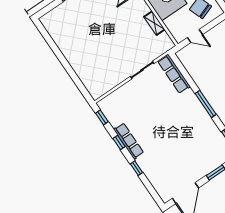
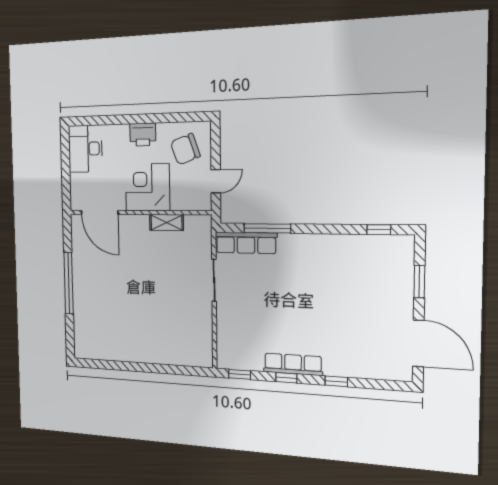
window: (206, 104) -> (267, 228), moved

